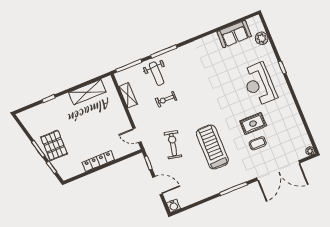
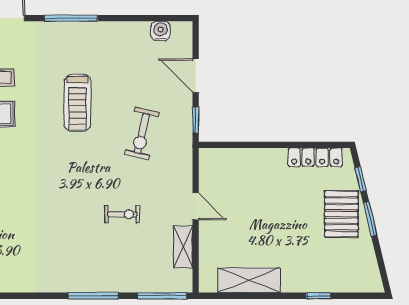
weight bench: (157, 74) -> (120, 264), removed
door: (137, 135) -> (196, 206), moved
treadmill: (212, 147) -> (78, 103), width x0.73, depth x0.73
locker: (98, 161) -> (315, 157), moved
water cooler: (173, 206) -> (160, 31), moved

